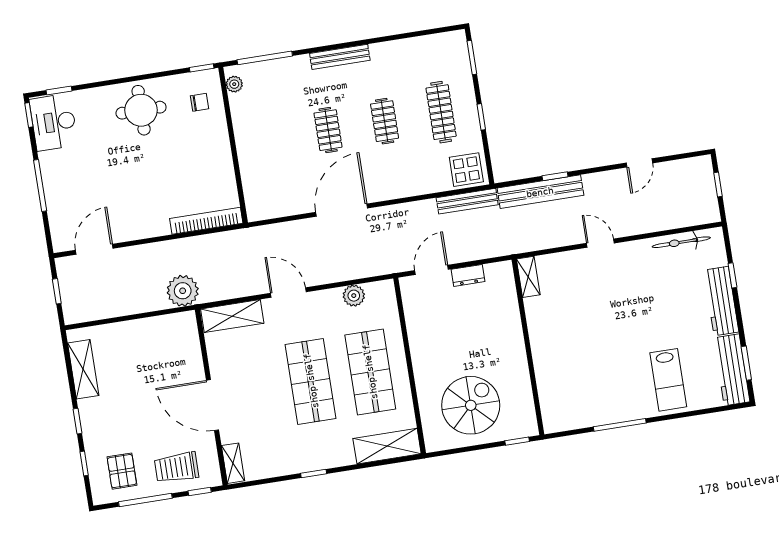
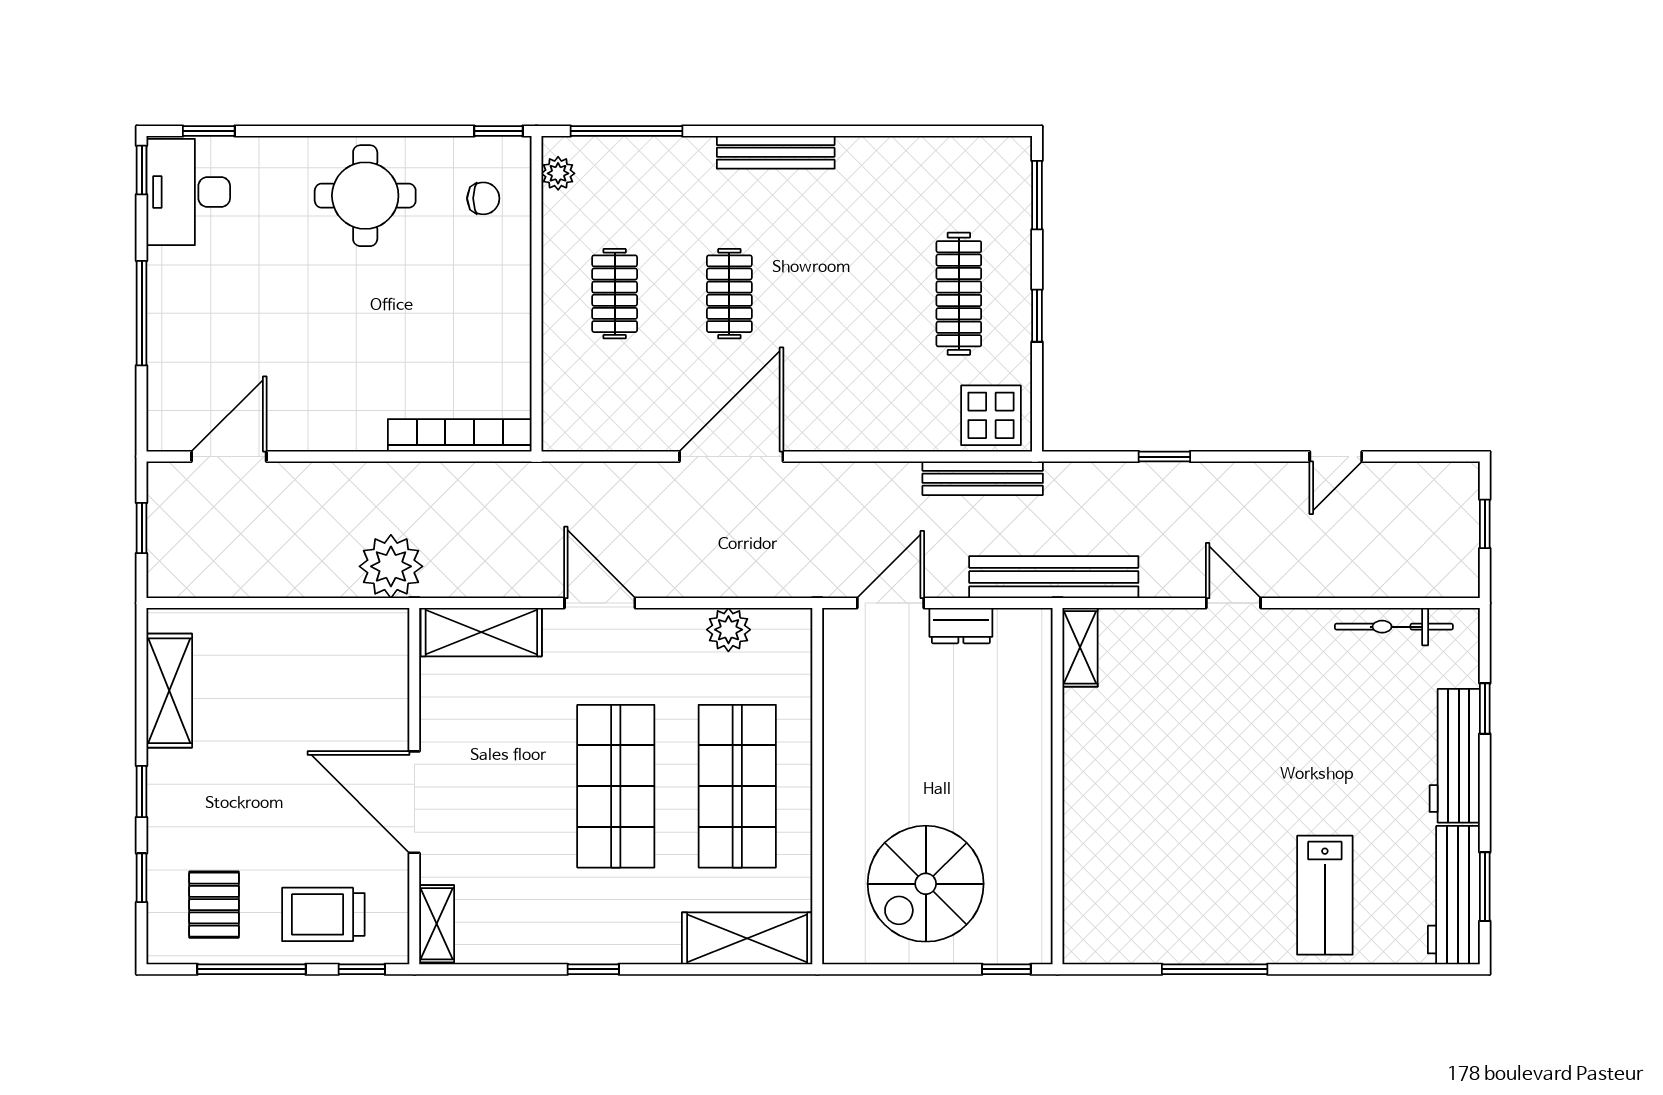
clothes rail: (385, 121) -> (615, 294), moved
bench: (540, 192) -> (1054, 577), moved
spiral stairs: (471, 405) -> (926, 884), turned 180

